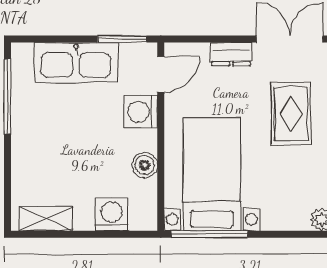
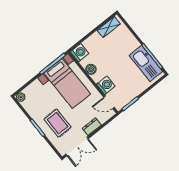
kitchen sink: (76, 62) -> (146, 63), moved, turned -90
door: (161, 74) -> (109, 102), hinge flipped
washing machine: (112, 214) -> (79, 53), moved, turned -90

